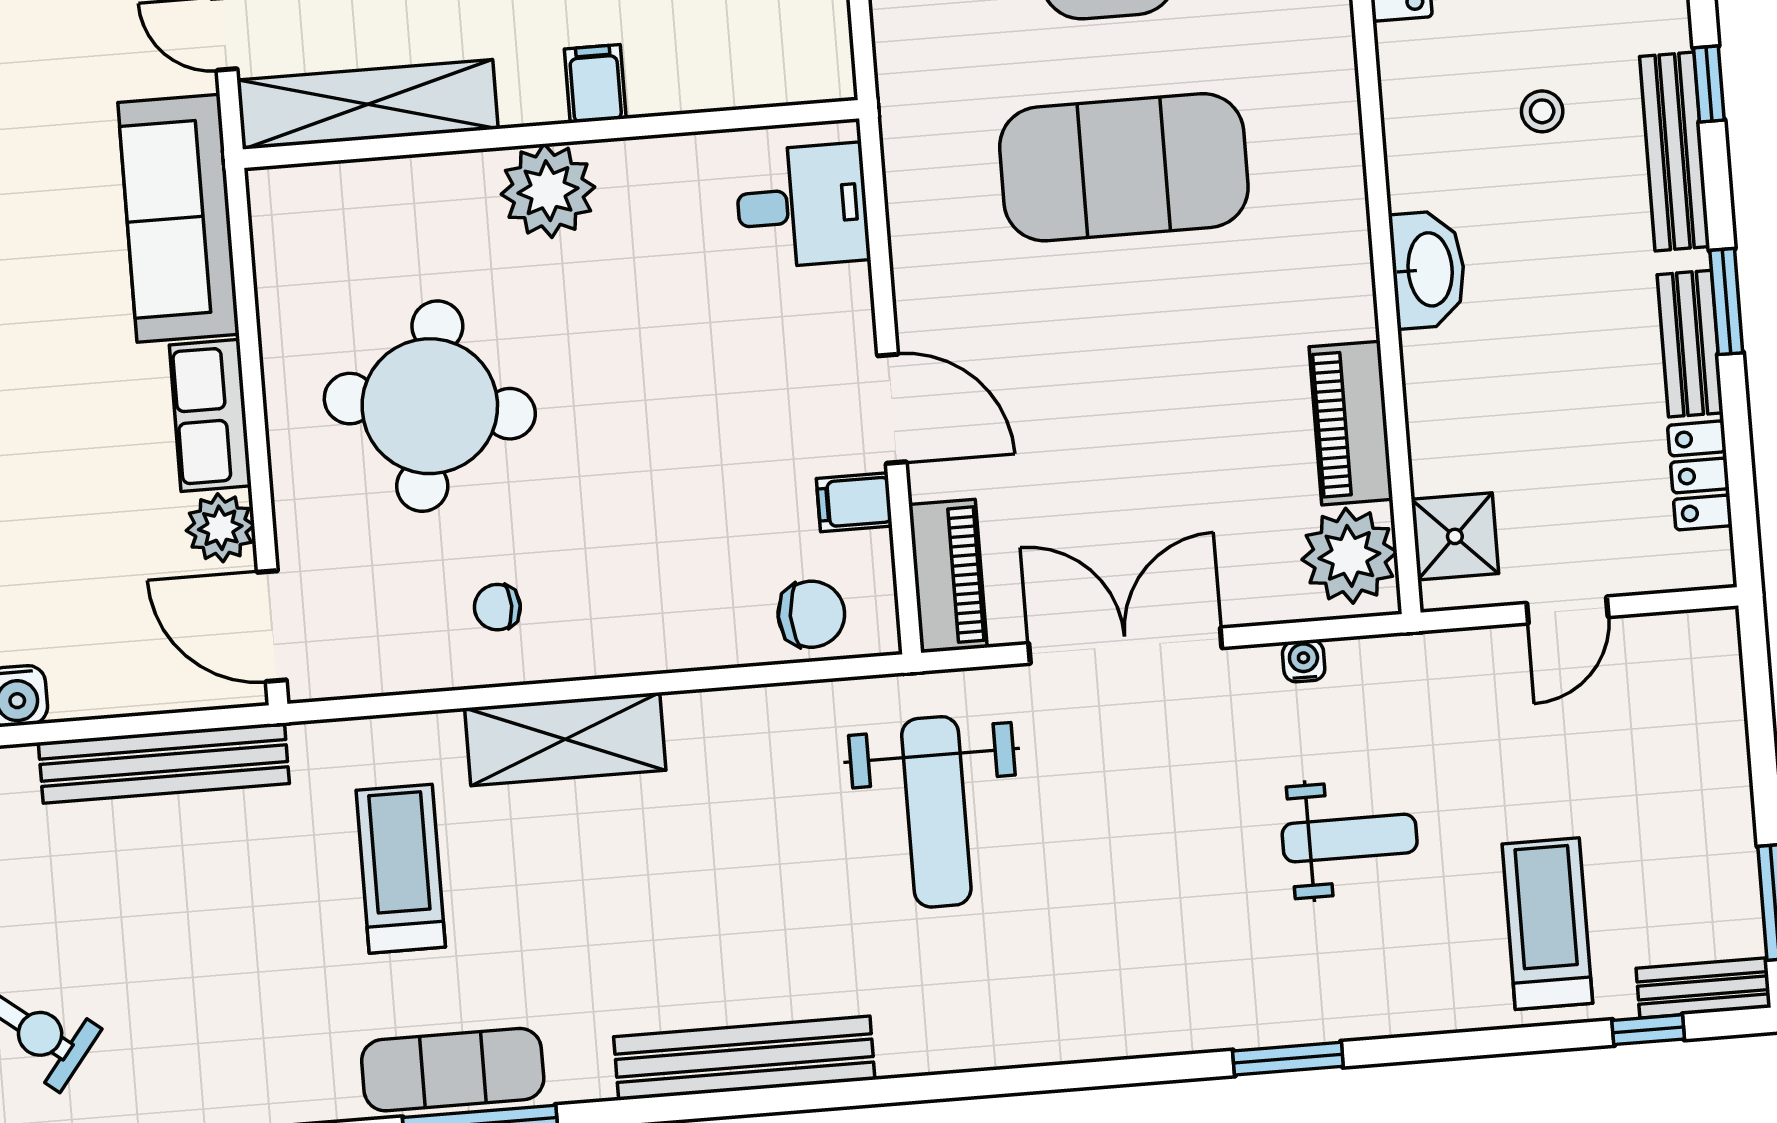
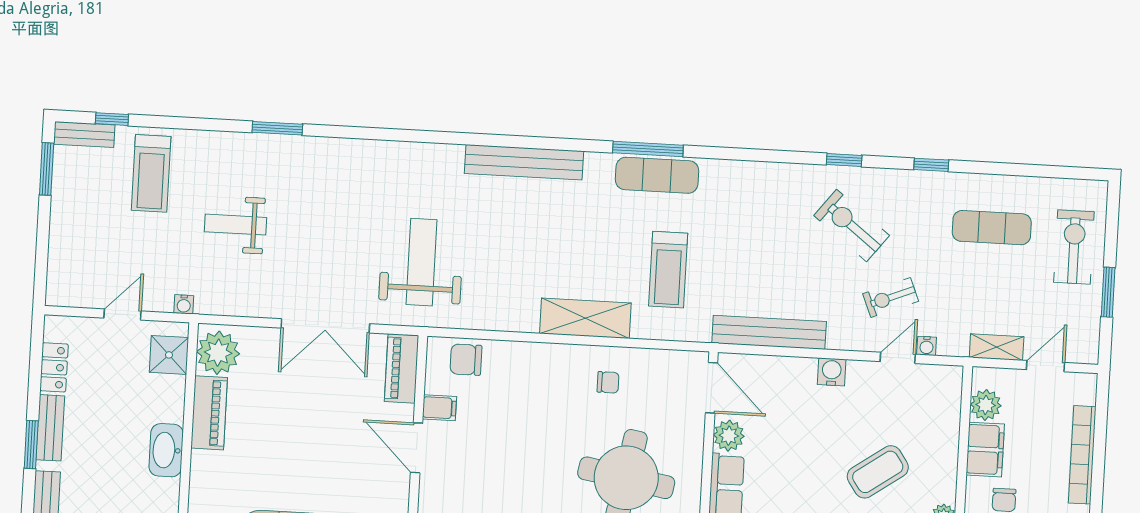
washbasin: (1428, 269) -> (166, 450), moved
water cooler: (1304, 661) -> (184, 304), moved

